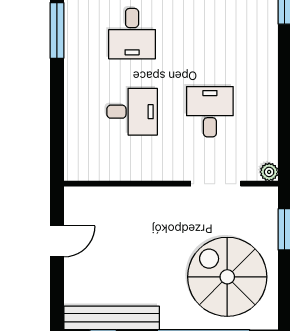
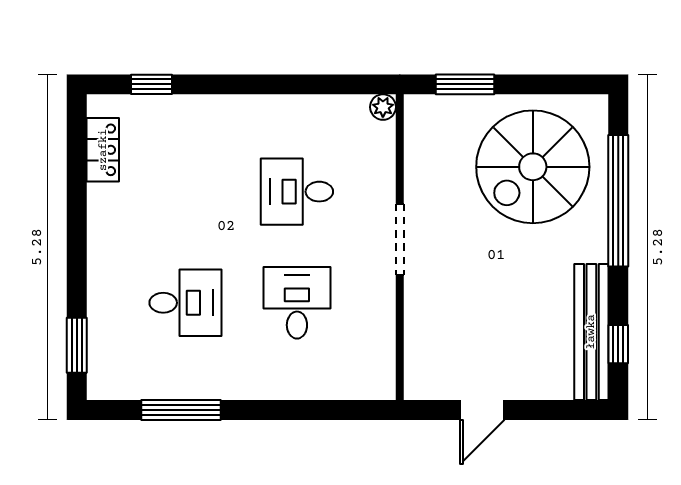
doorway: (216, 184) -> (400, 239), moved
door: (57, 241) -> (482, 410), swing flipped

